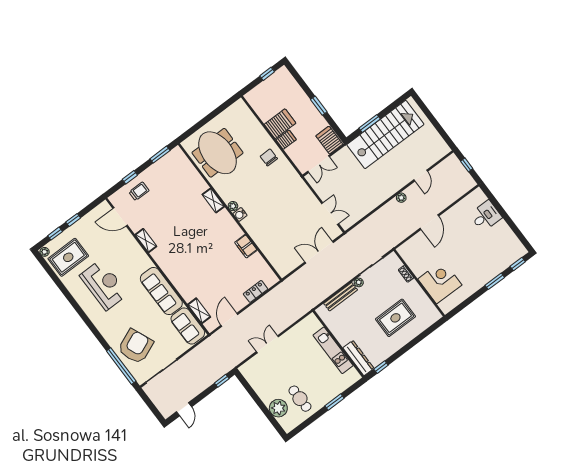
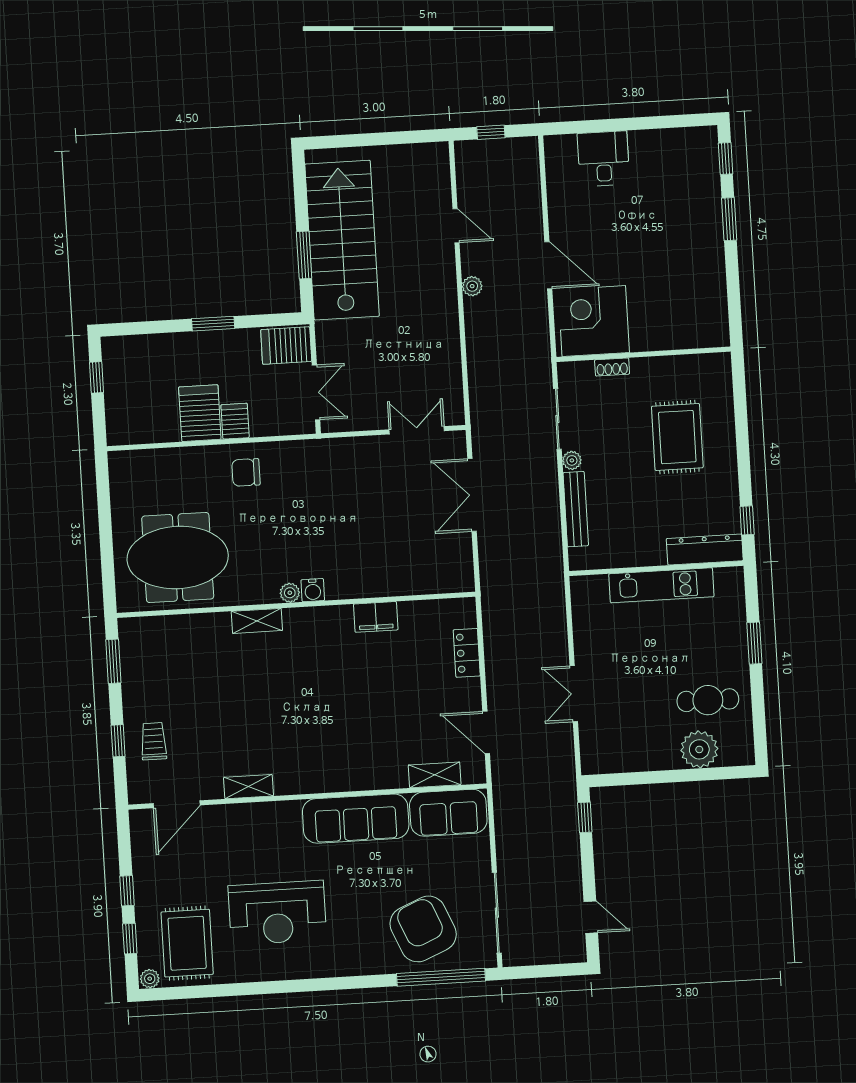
corner desk: (440, 282) -> (594, 321), moved
reception desk: (104, 285) -> (277, 913), turned 180

